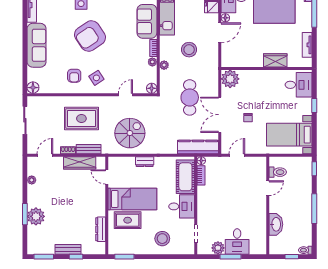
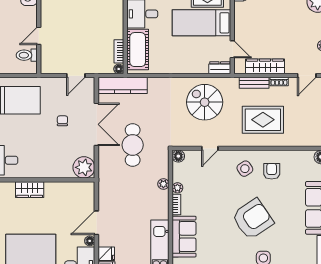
stool: (189, 50) -> (133, 203), removed
spiral stairs: (130, 133) -> (205, 102), turned 90
dresser: (145, 162) -> (220, 68), moved

